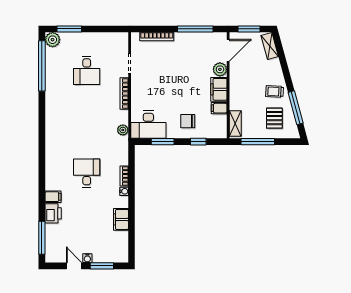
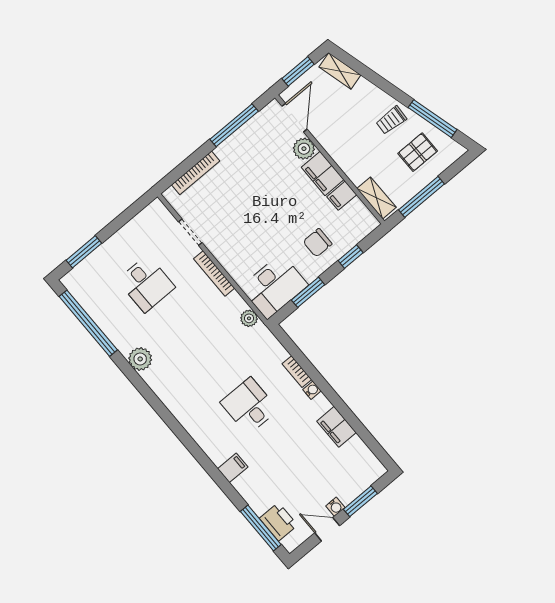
plant: (53, 40) -> (140, 359), moved
pallet: (274, 118) -> (418, 152), turned 90
printer: (53, 213) -> (278, 522), moved

